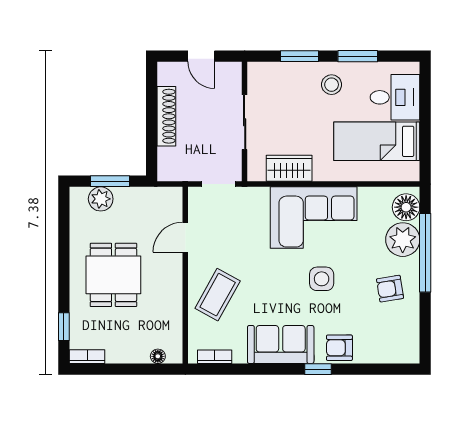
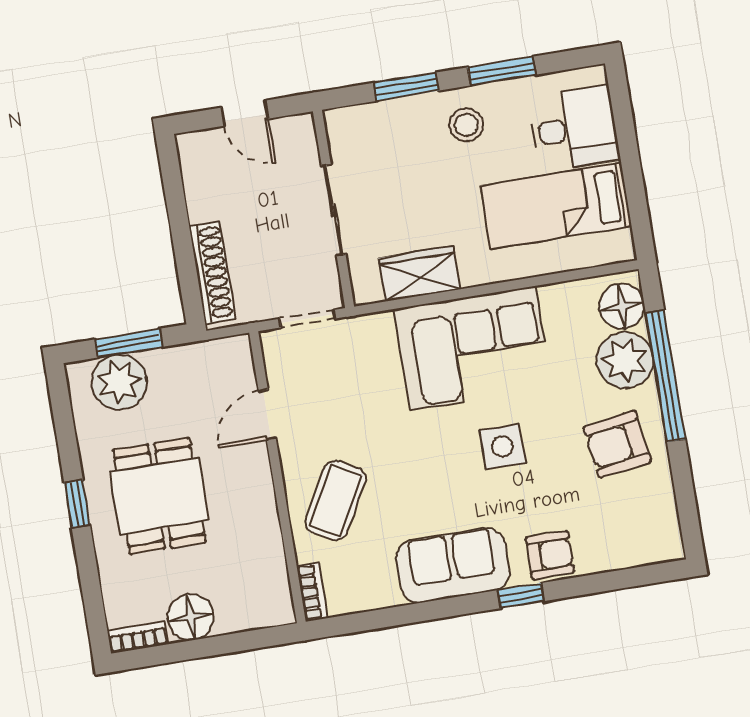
shoe rack: (166, 116) -> (212, 273), moved
plant: (101, 199) -> (119, 382), width x1.36, depth x1.36
armchair: (390, 289) -> (617, 444), width x1.38, depth x1.38
window: (64, 327) -> (77, 504), moved
armchair: (339, 348) -> (550, 555), turned 180
floor lamp: (158, 356) -> (191, 617), moved, width x1.89, depth x1.89
bookcase: (215, 357) -> (312, 592), moved, turned 90

